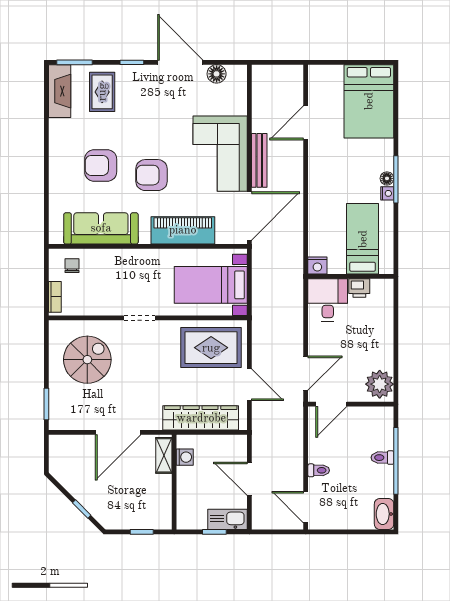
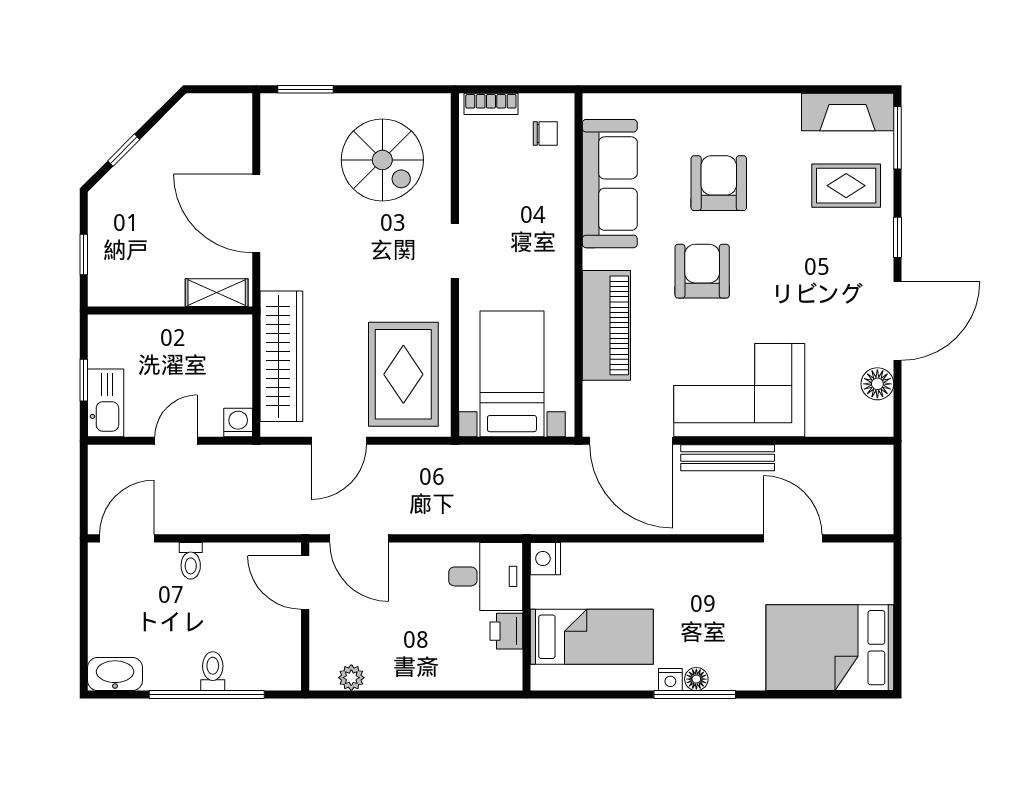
plant: (380, 384) -> (351, 678), width x0.53, depth x0.53
washing machine: (185, 457) -> (238, 422), moved, turned 180
door: (249, 479) -> (176, 441), width x0.73

